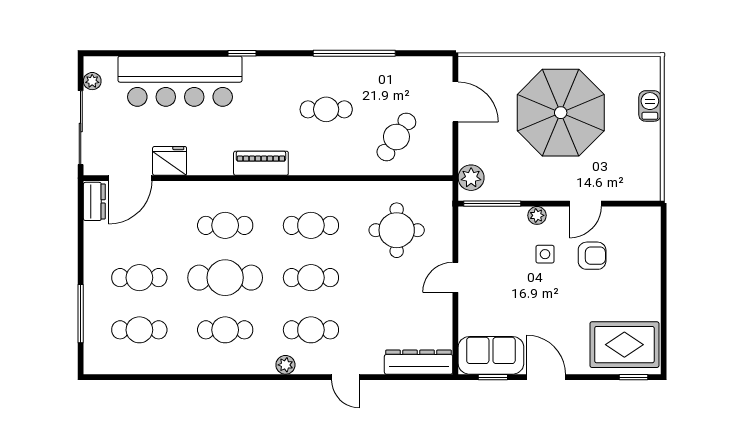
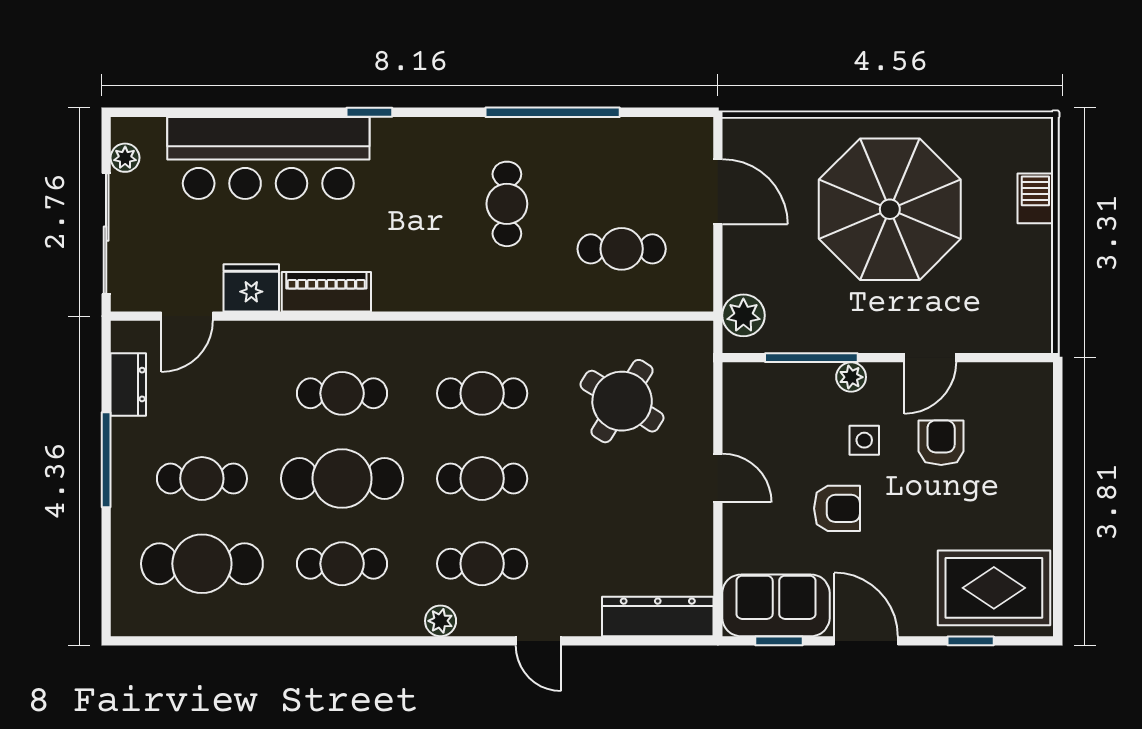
cafe table: (326, 109) -> (507, 204), turned 90
cafe table: (396, 137) -> (622, 249), turned 56
piano: (261, 163) -> (326, 292), moved
door: (130, 178) -> (187, 316), width x0.73
dresser: (94, 201) -> (128, 385), moved
window: (492, 204) -> (811, 358), moved
round table: (397, 230) -> (622, 401), turned 32
armchair: (592, 256) -> (941, 443), turned -90
door: (455, 277) -> (718, 478), swing flipped
armchair: (528, 296) -> (837, 508), added
window: (81, 314) -> (106, 460), moved
cafe table: (139, 330) -> (202, 564), width x1.37, depth x1.35
window: (633, 377) -> (971, 641), moved

